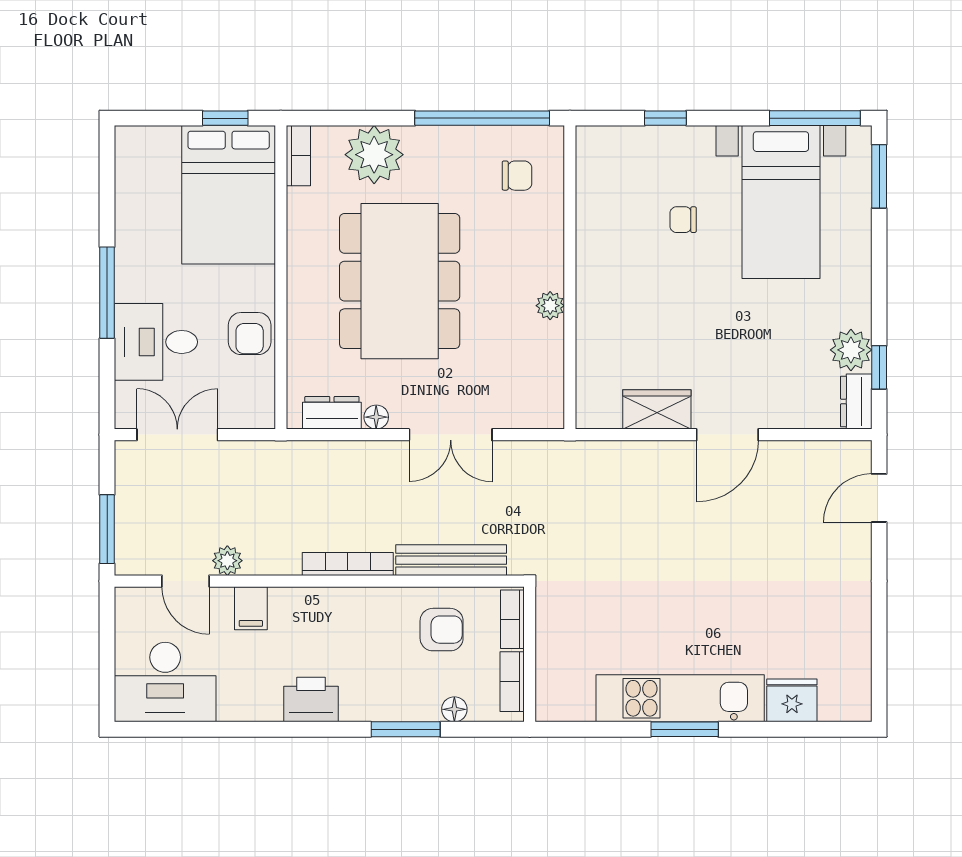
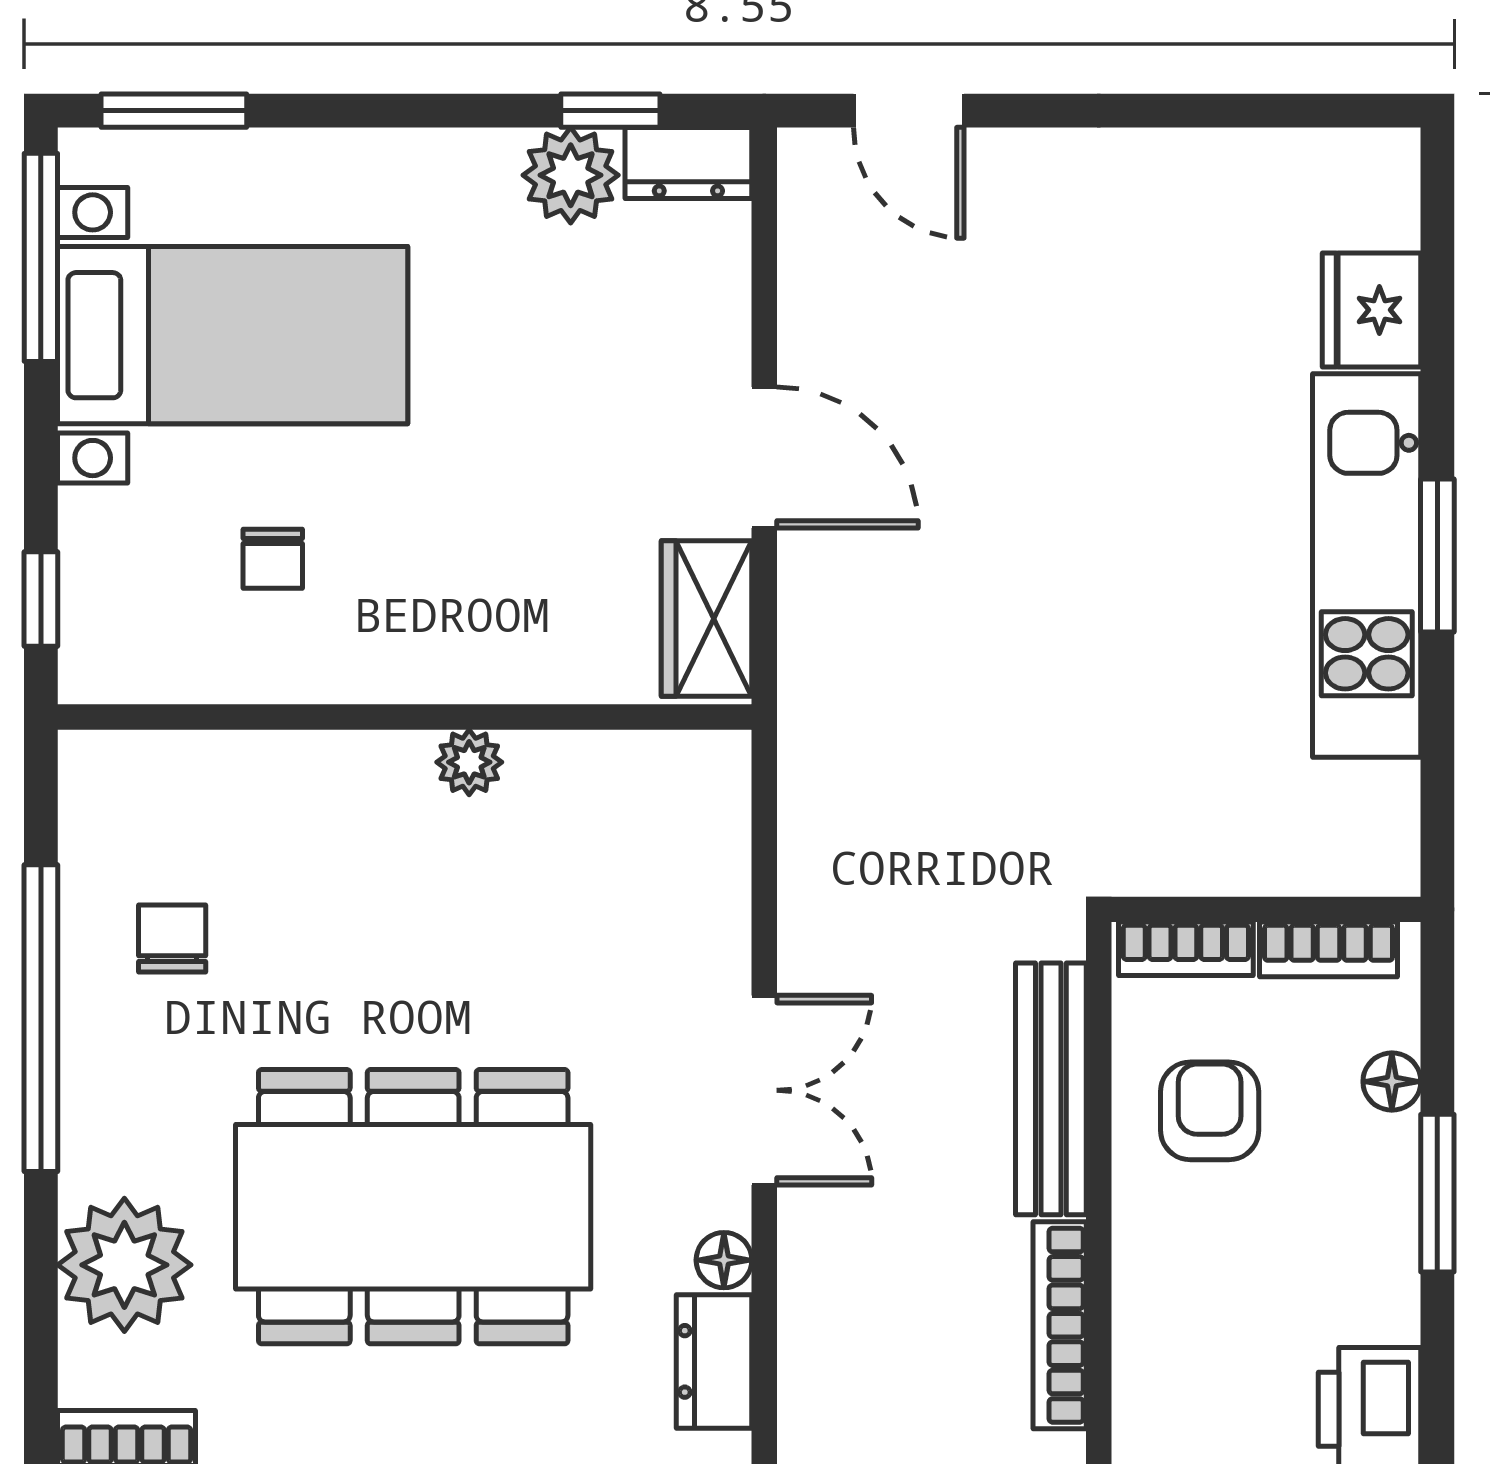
wall: (570, 277) -> (405, 717), moved
plant: (550, 306) -> (469, 762), moved

